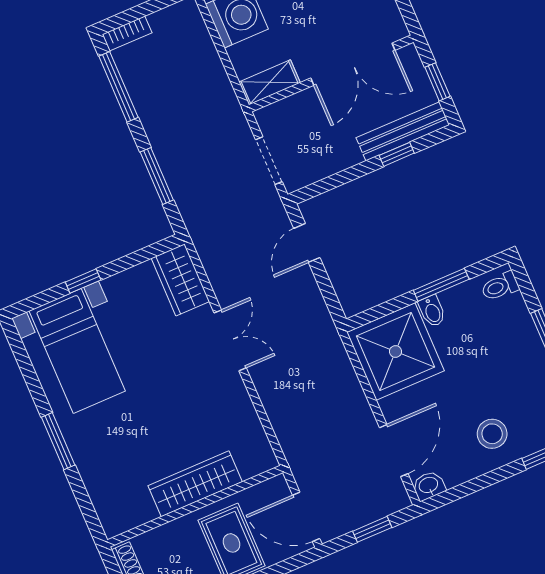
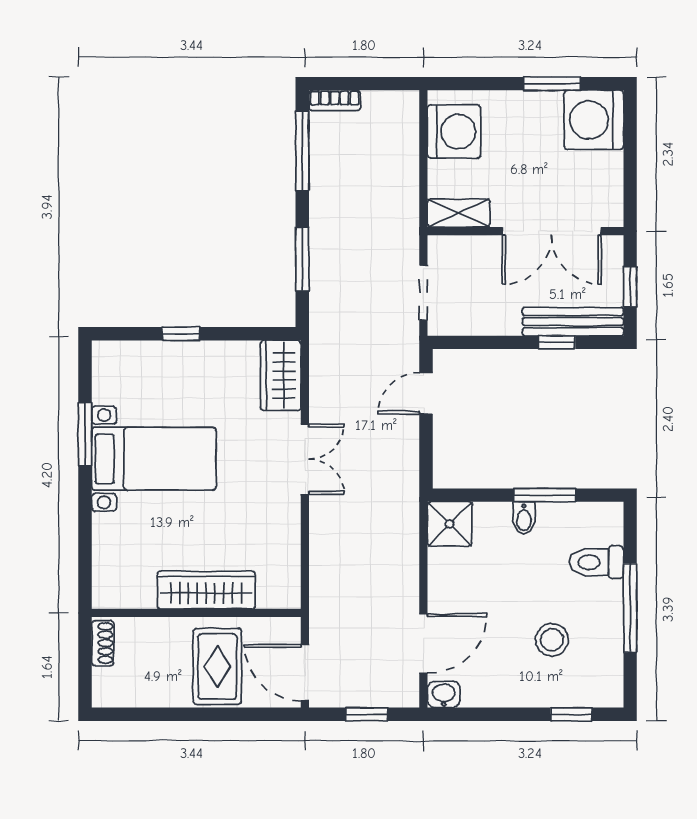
toilet: (500, 286) -> (597, 562), moved, width x1.37, depth x1.39
bed with nightstands: (77, 351) -> (154, 459), moved, turned -90
shower: (396, 352) -> (450, 524), width x0.54, depth x0.54
stool: (492, 434) -> (552, 640), moved
window: (58, 441) -> (85, 434), moved

